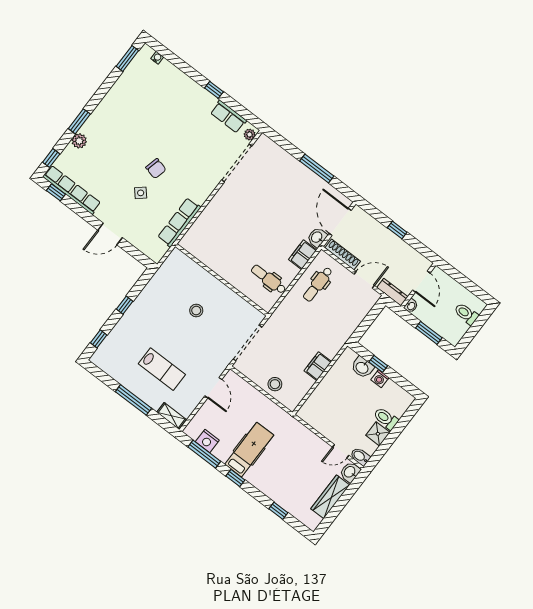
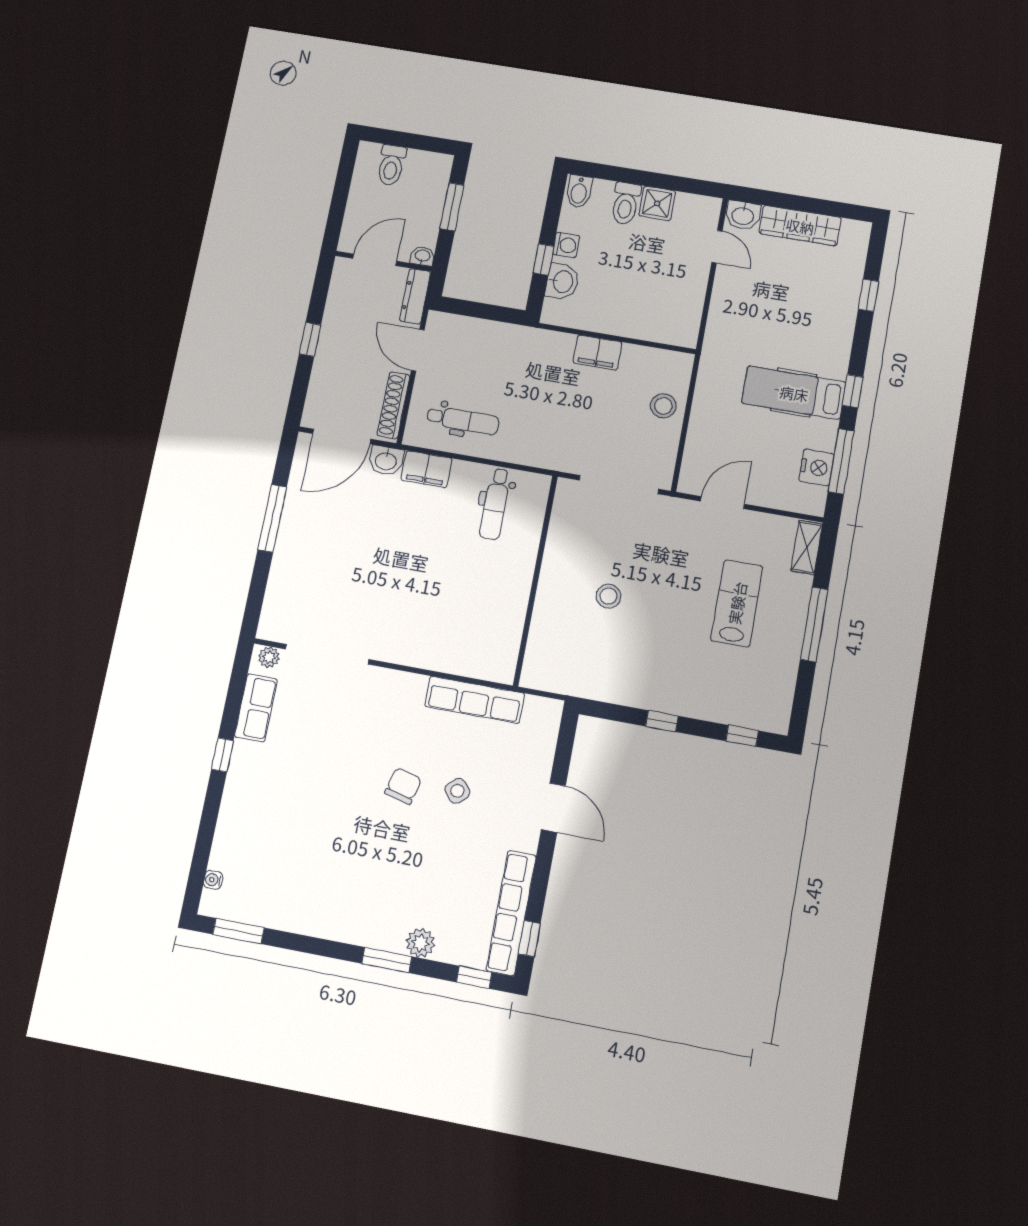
bidet: (360, 456) -> (579, 191), moved

